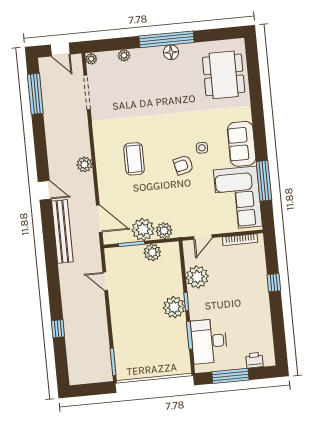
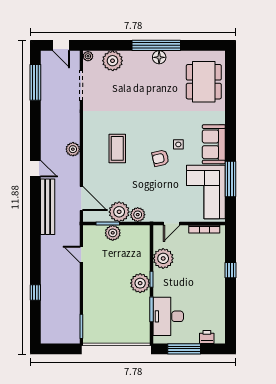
plant: (124, 55) -> (113, 61), width x1.88, depth x1.88
plant: (152, 252) -> (113, 233), moved

